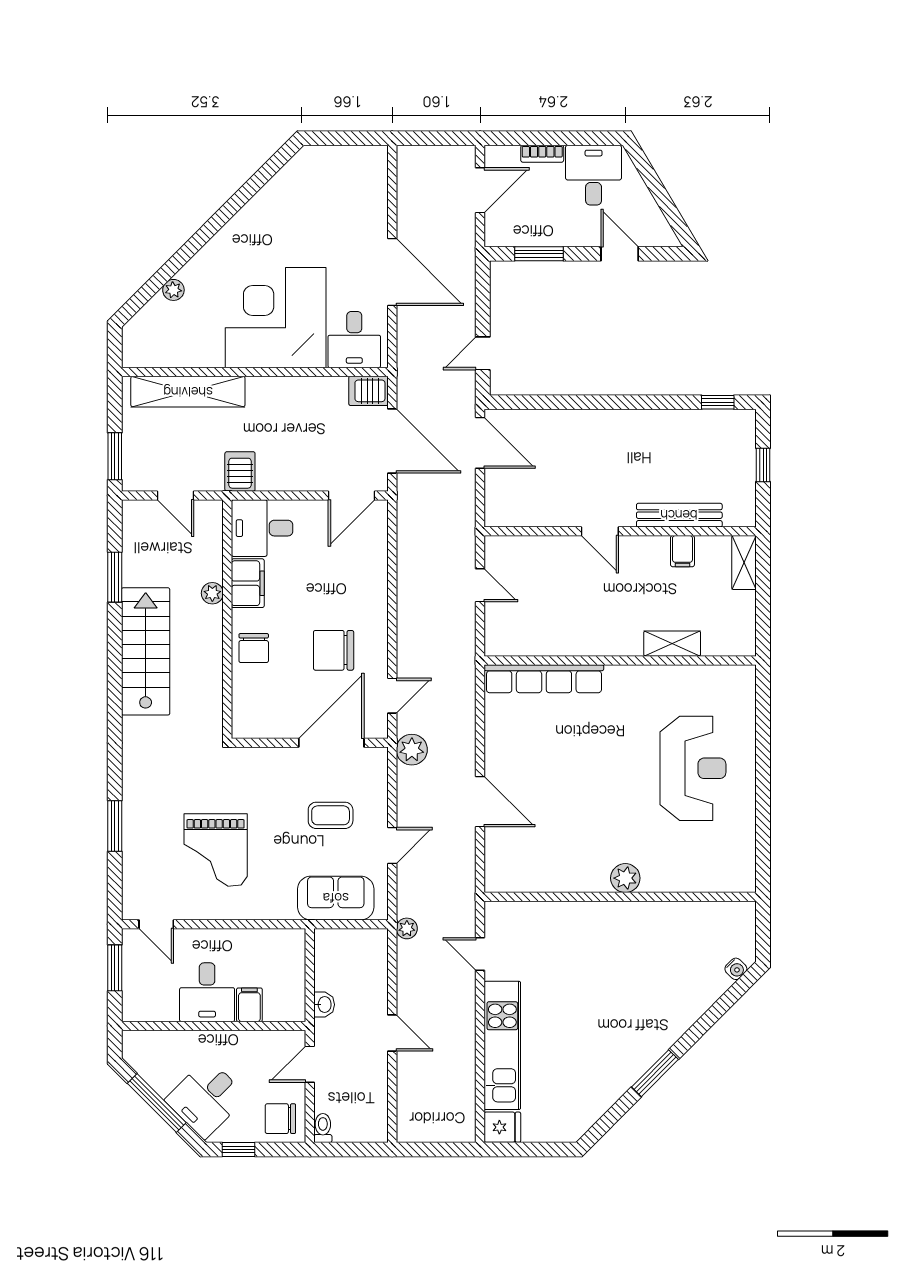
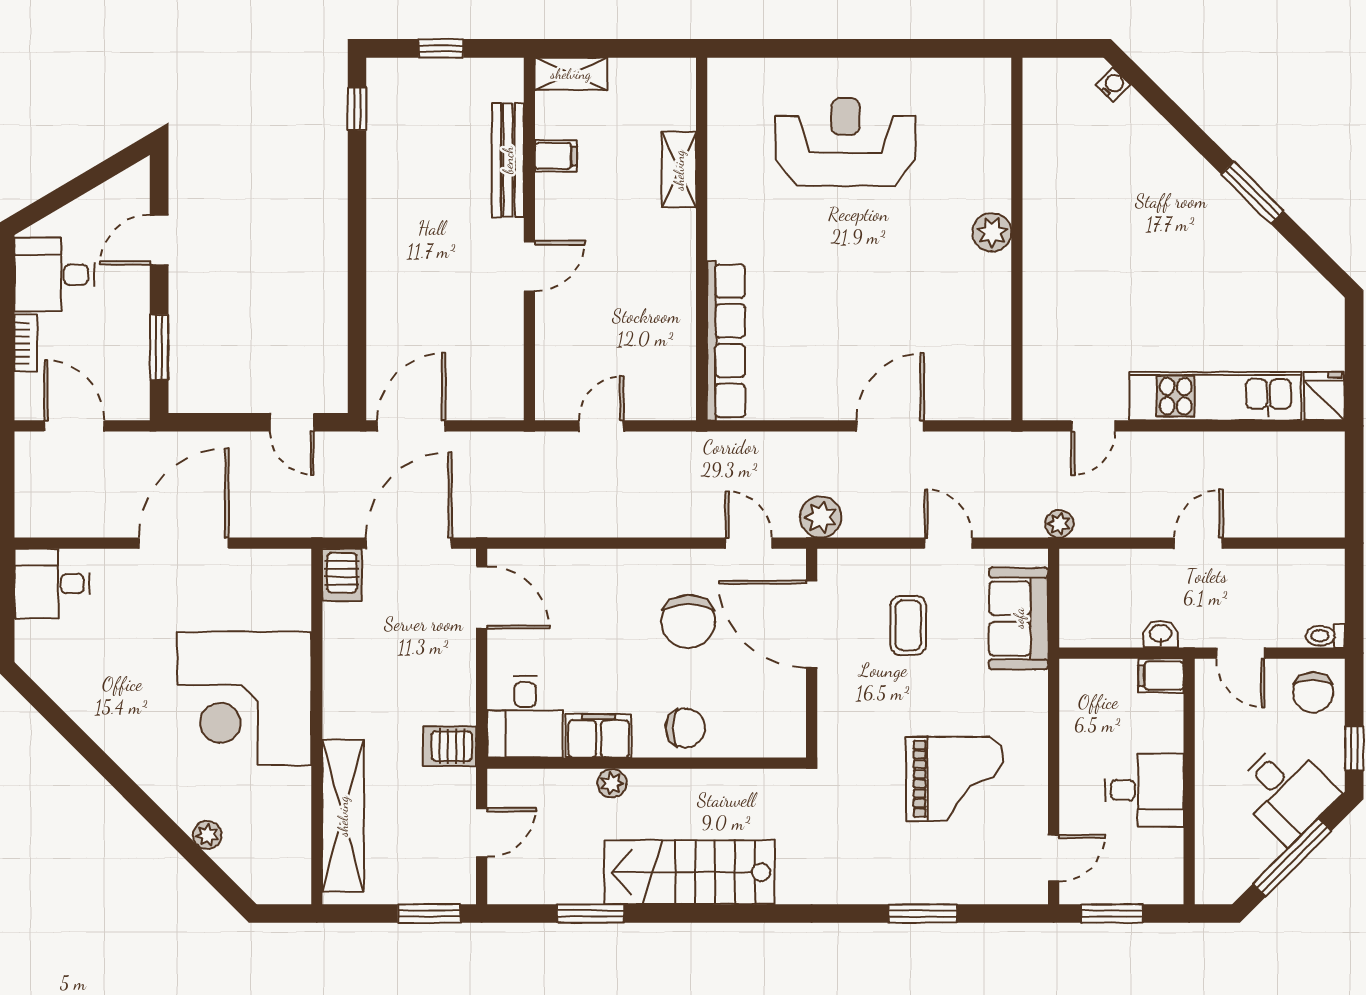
desk: (354, 340) -> (52, 584), moved, turned 180
filing cabinet: (249, 1005) -> (1161, 676), moved

